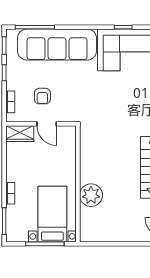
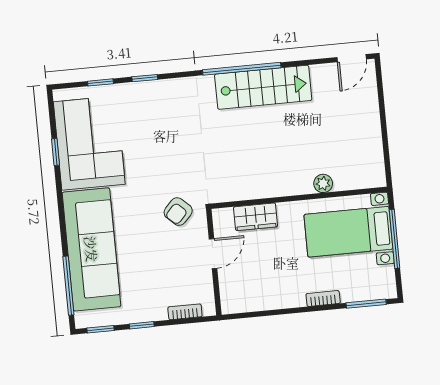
armchair: (42, 96) -> (178, 212), moved, turned 133
wardrobe: (20, 134) -> (256, 217), moved, turned 90
plant: (91, 195) -> (323, 183), width x0.53, depth x0.53

